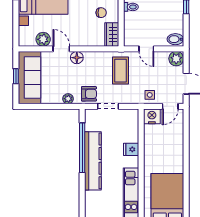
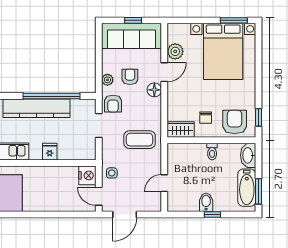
bidet: (175, 39) -> (206, 202), moved
door: (146, 49) -> (164, 183), moved
plant: (176, 59) -> (153, 203), removed
armchair: (65, 79) -> (130, 77), added

